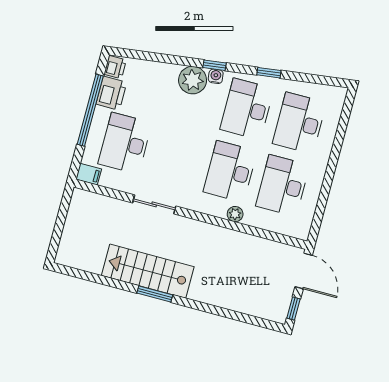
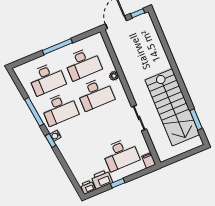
window: (269, 73) -> (34, 112), width x2.17
plant: (193, 80) -> (66, 145), removed
window: (90, 110) -> (118, 183), width x0.32
window: (331, 169) -> (57, 47), added
stairs: (148, 271) -> (172, 107), width x1.36, depth x1.51
window: (155, 294) -> (196, 119), moved

